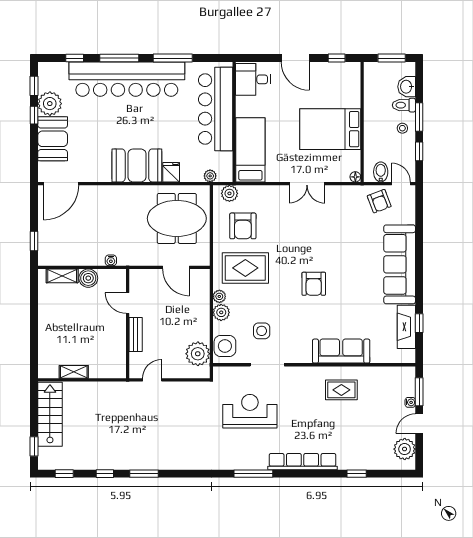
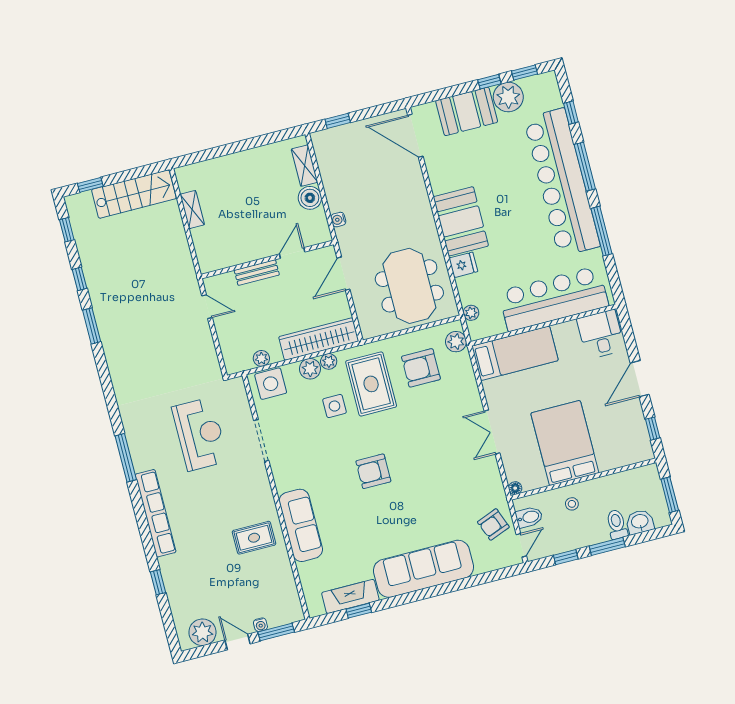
stool: (402, 128) -> (572, 504), moved
door: (176, 267) -> (343, 274), moved
wardrobe: (200, 300) -> (319, 339), added
side table: (262, 331) -> (334, 406), moved
plant: (198, 354) -> (261, 358), width x0.53, depth x0.53
rug: (341, 390) -> (254, 538), turned 90

